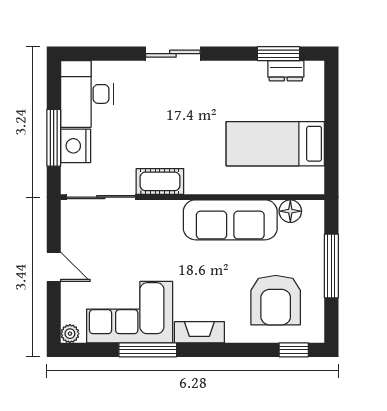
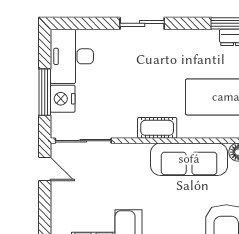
cot: (160, 181) -> (157, 128), moved
door: (54, 267) -> (45, 169), moved

